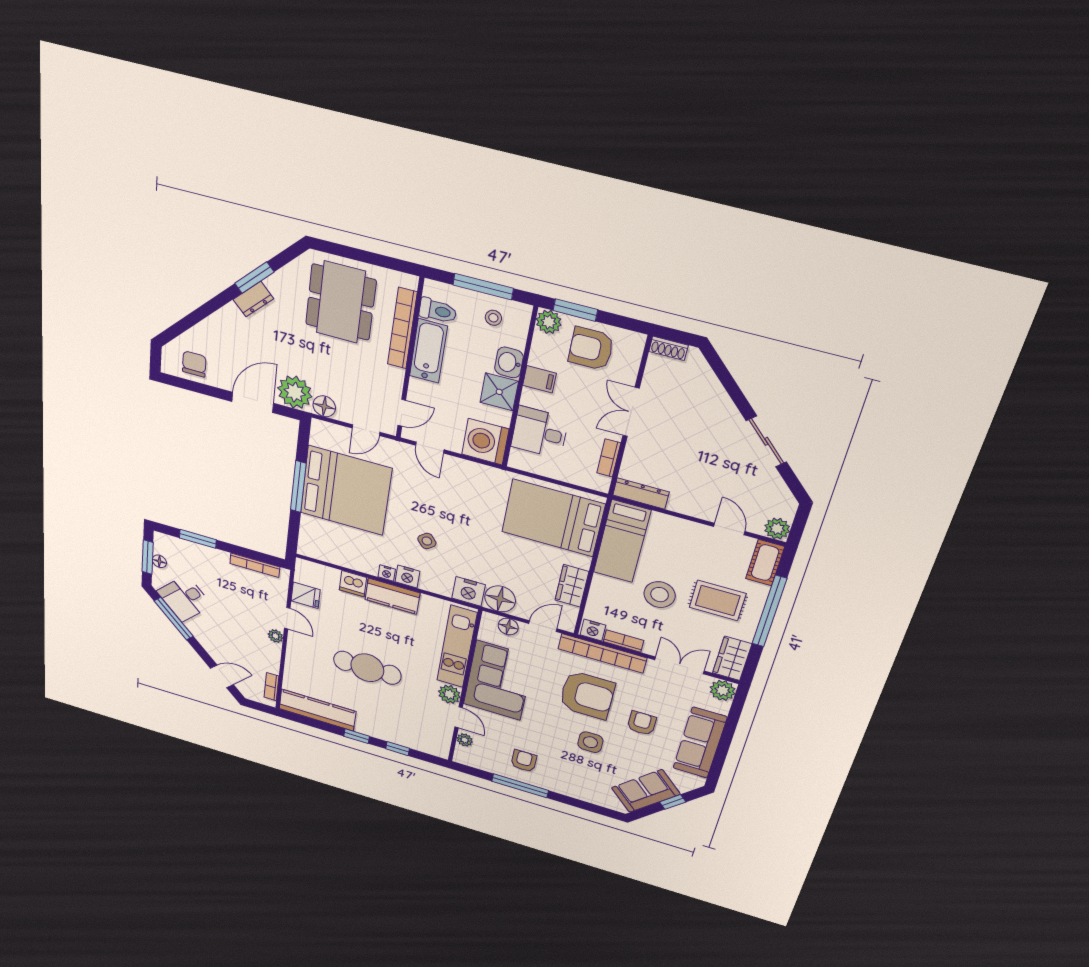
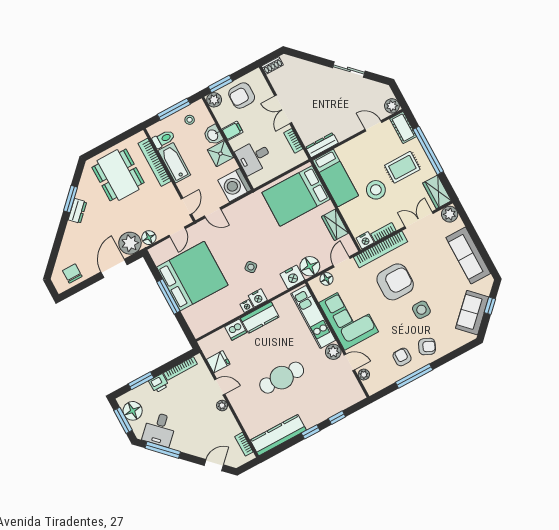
printer: (217, 558) -> (159, 383), added
floor lamp: (159, 561) -> (133, 411), width x1.89, depth x1.89
armchair: (642, 723) -> (427, 347), moved, turned 114

